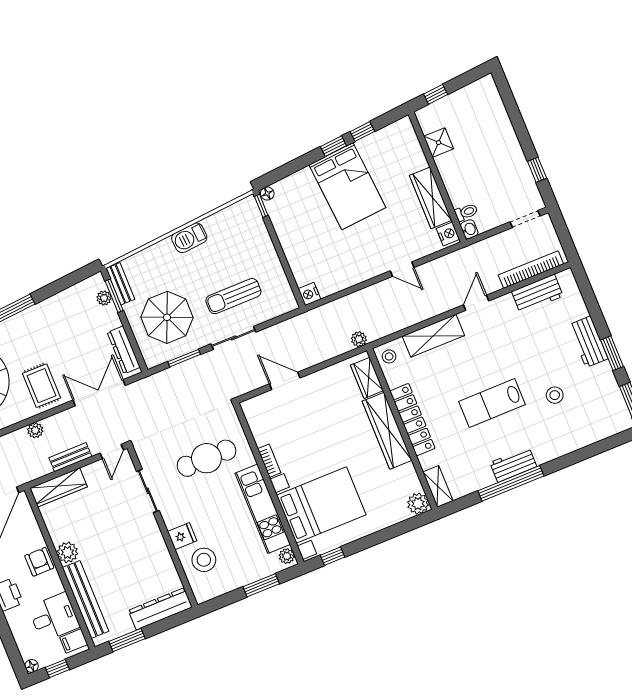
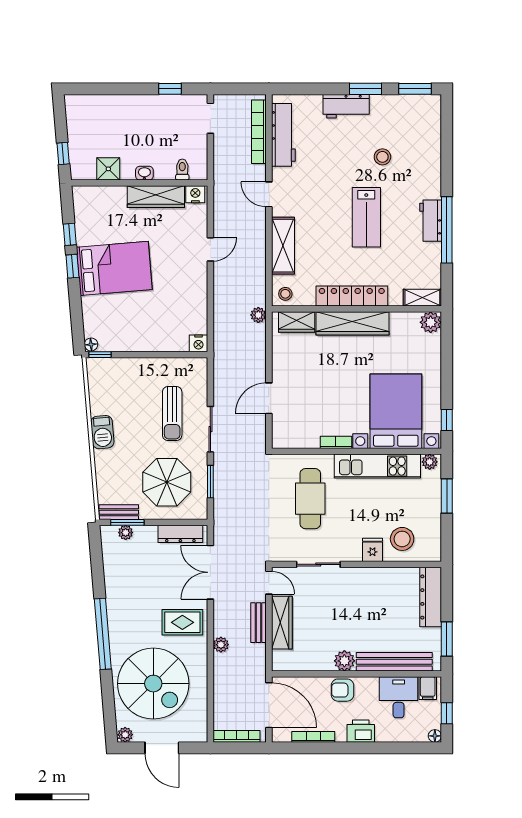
washbasin: (469, 229) -> (144, 173), moved
workbench: (537, 294) -> (283, 135), width x1.38
wardrobe: (59, 487) -> (282, 623), moved

